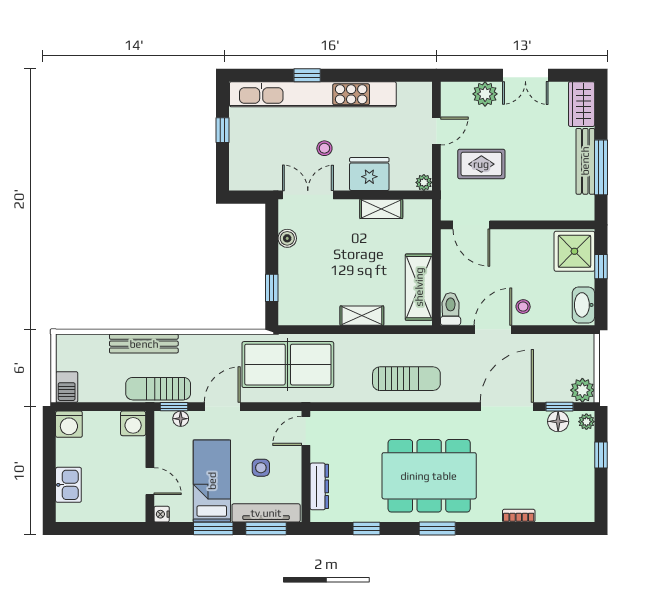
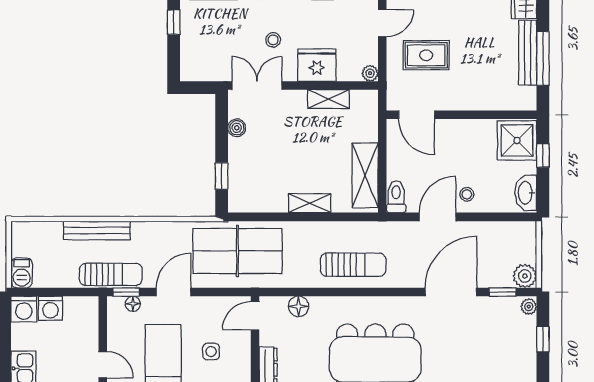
sun lounger: (158, 389) -> (111, 274), turned 180
floor lamp: (558, 421) -> (299, 306), moved
washing machine: (133, 423) -> (50, 308), moved

